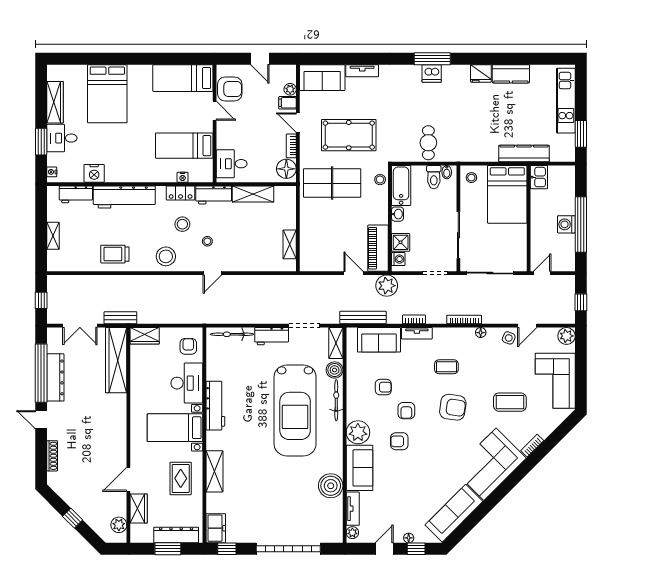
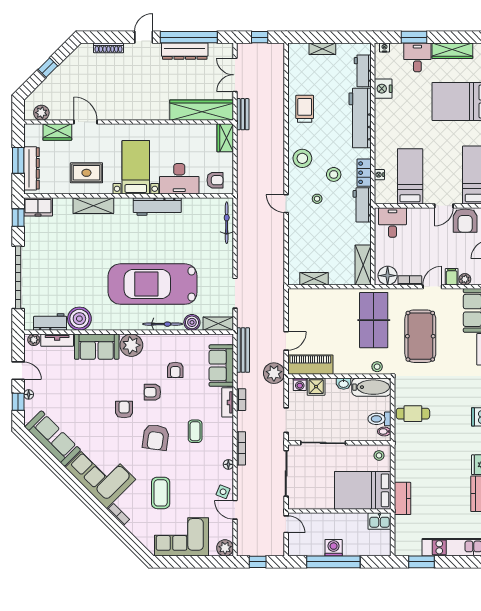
kitchen counter: (524, 153) -> (402, 498), width x0.67
shelving: (253, 194) -> (363, 265), moved
workbench: (272, 336) -> (50, 322), moved, turned 90
armchair: (399, 441) -> (124, 410), moved

